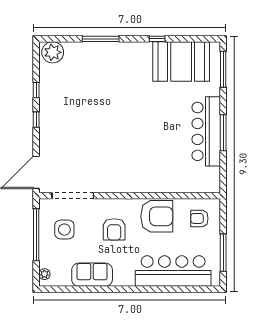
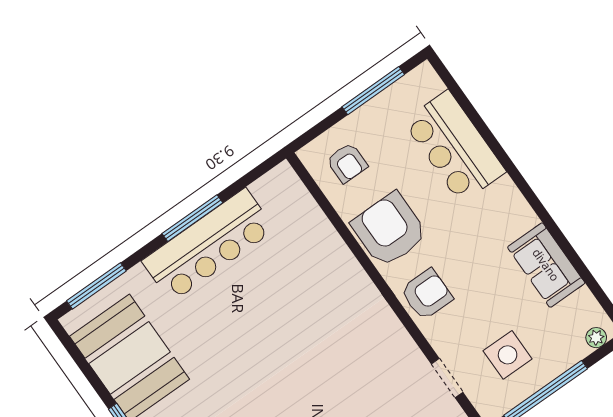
doorway: (73, 196) -> (447, 378), width x0.53
armchair: (114, 229) -> (427, 294), moved
bar counter: (173, 271) -> (454, 147), width x0.73

